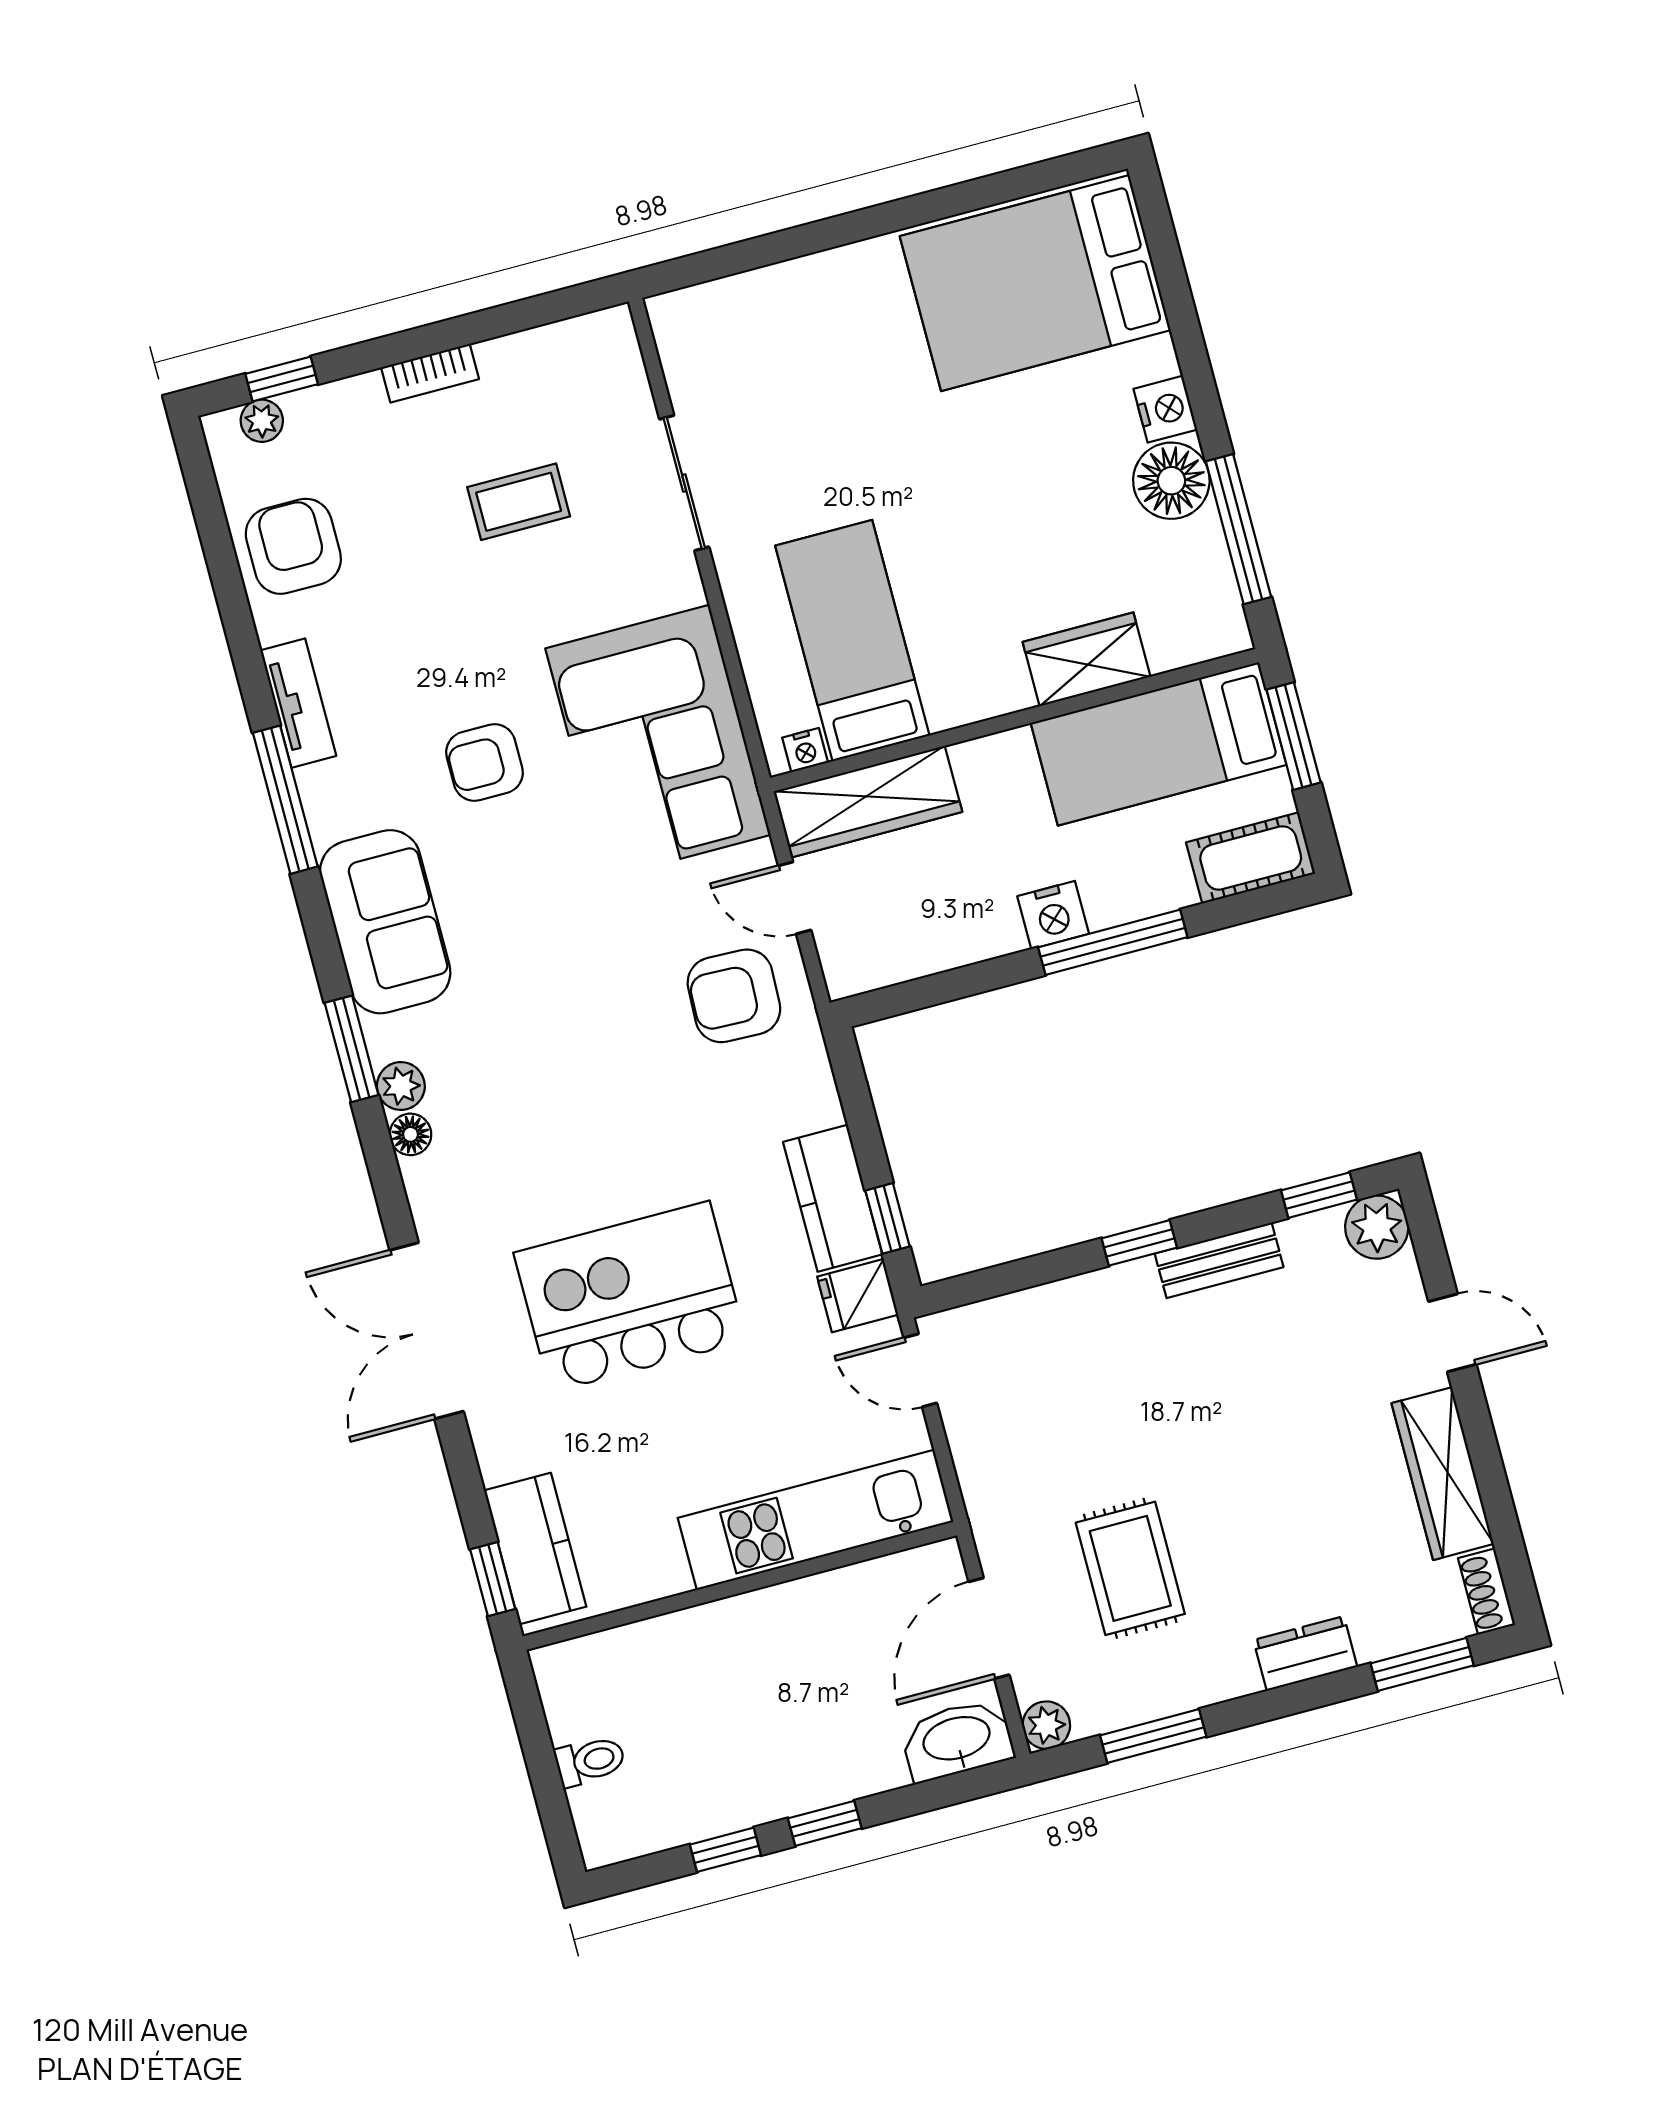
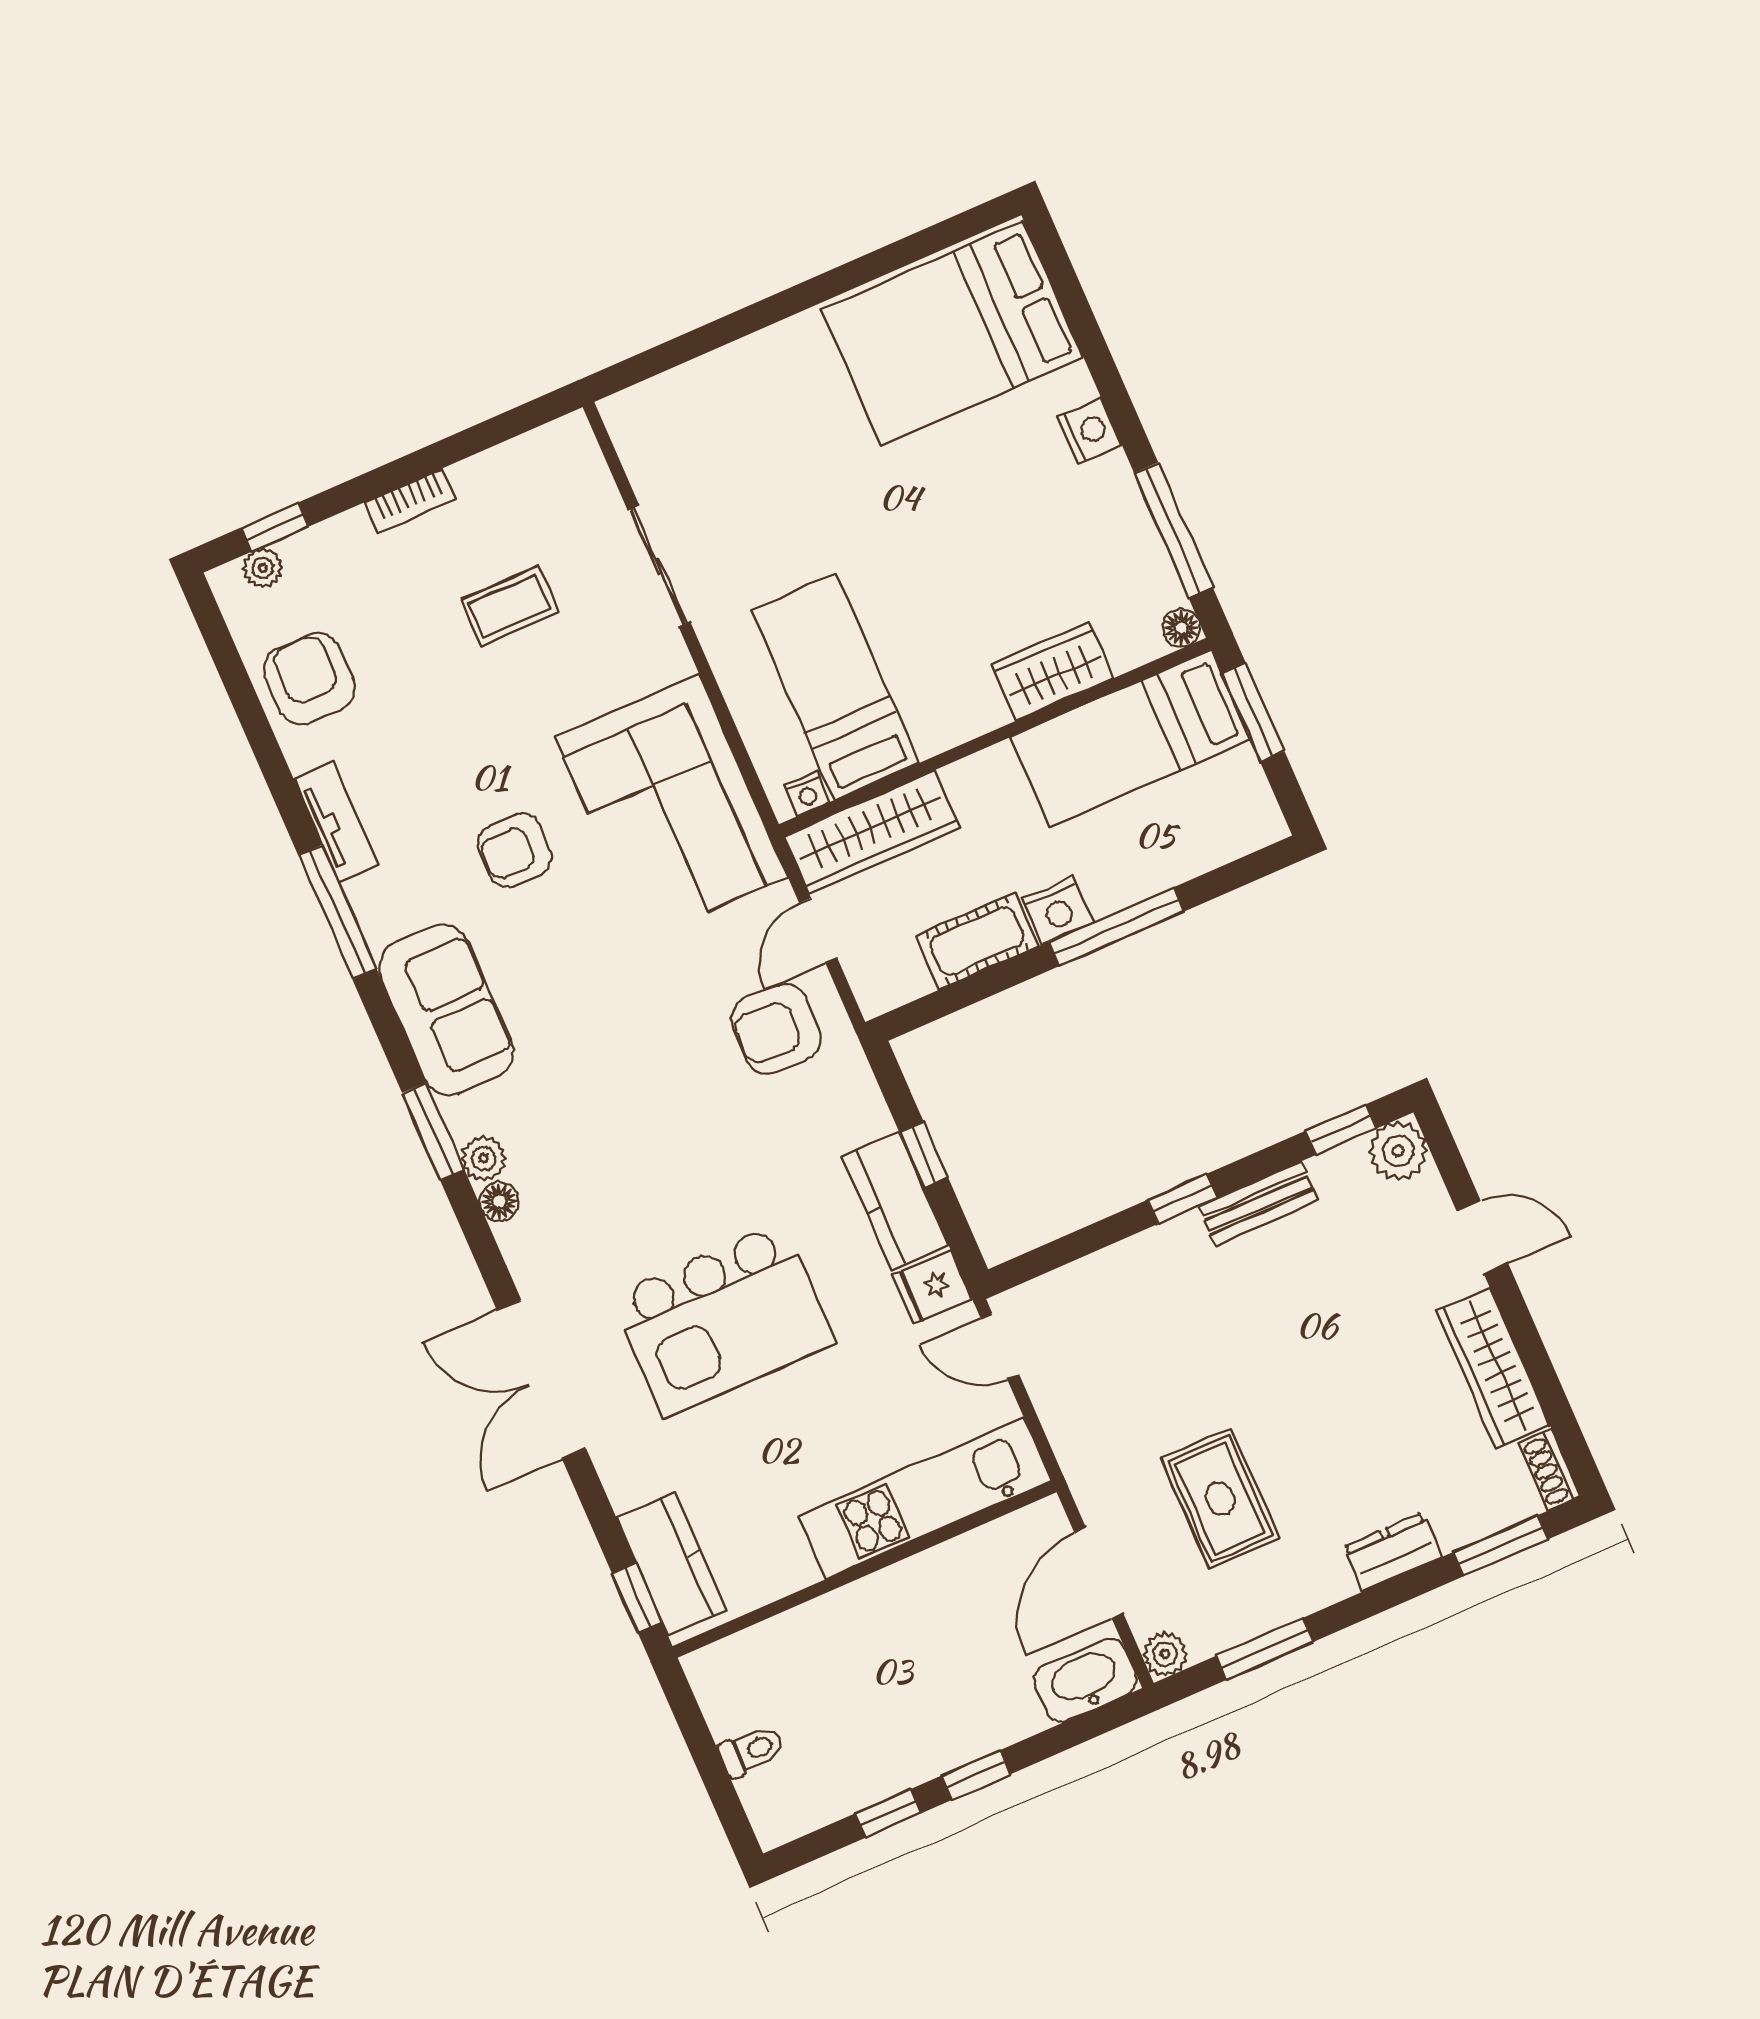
floor lamp: (1171, 481) -> (1181, 628), moved, width x0.53, depth x0.53
cot: (1251, 858) -> (977, 941), moved
door: (795, 898) -> (818, 931), hinge flipped
window: (888, 1218) -> (924, 1155), moved
kitchen island: (630, 1297) -> (723, 1319), turned 180

